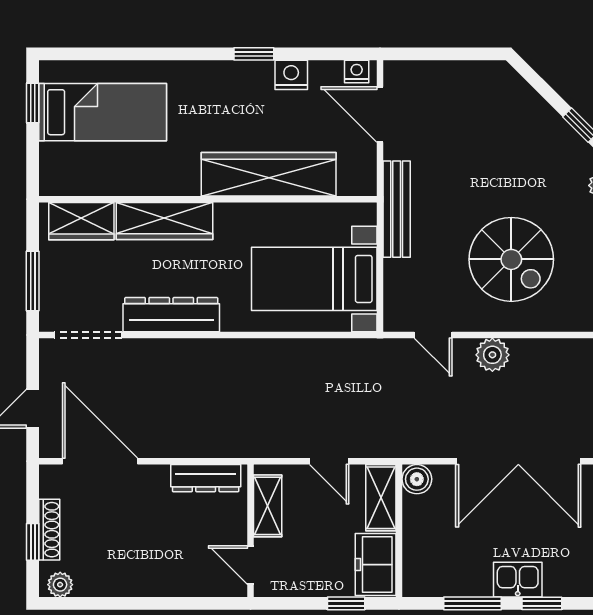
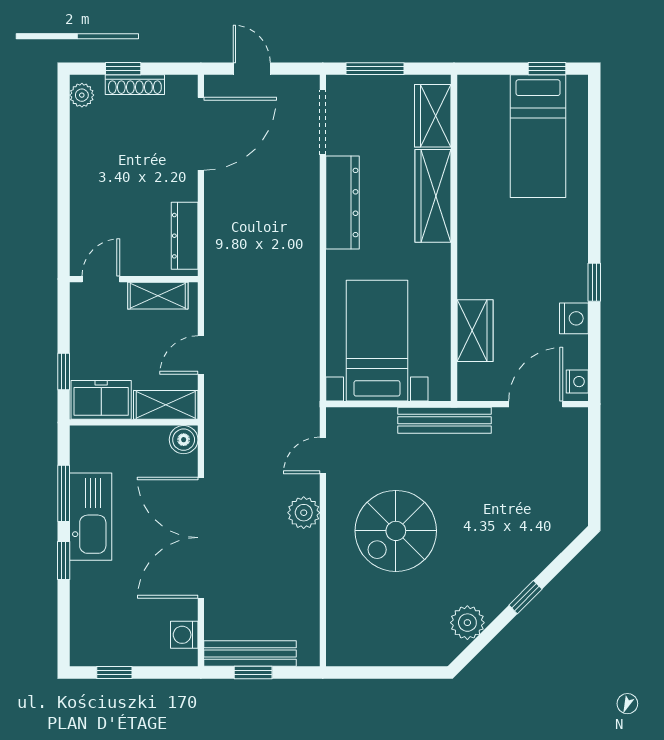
wardrobe: (269, 174) -> (475, 331), width x0.48, depth x0.85
kitchen sink: (518, 580) -> (91, 517), width x1.87, depth x1.24

